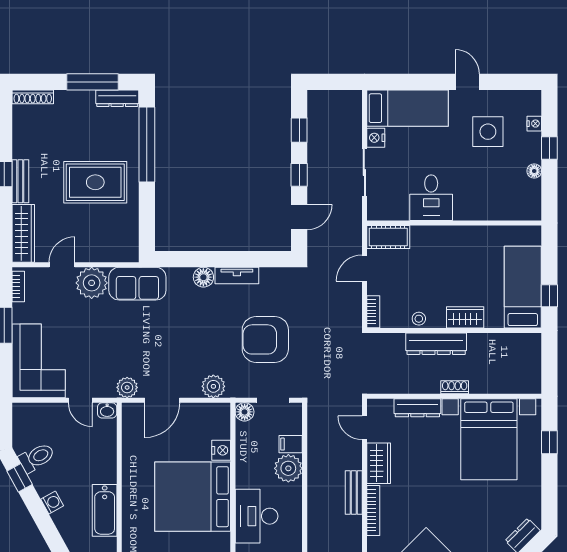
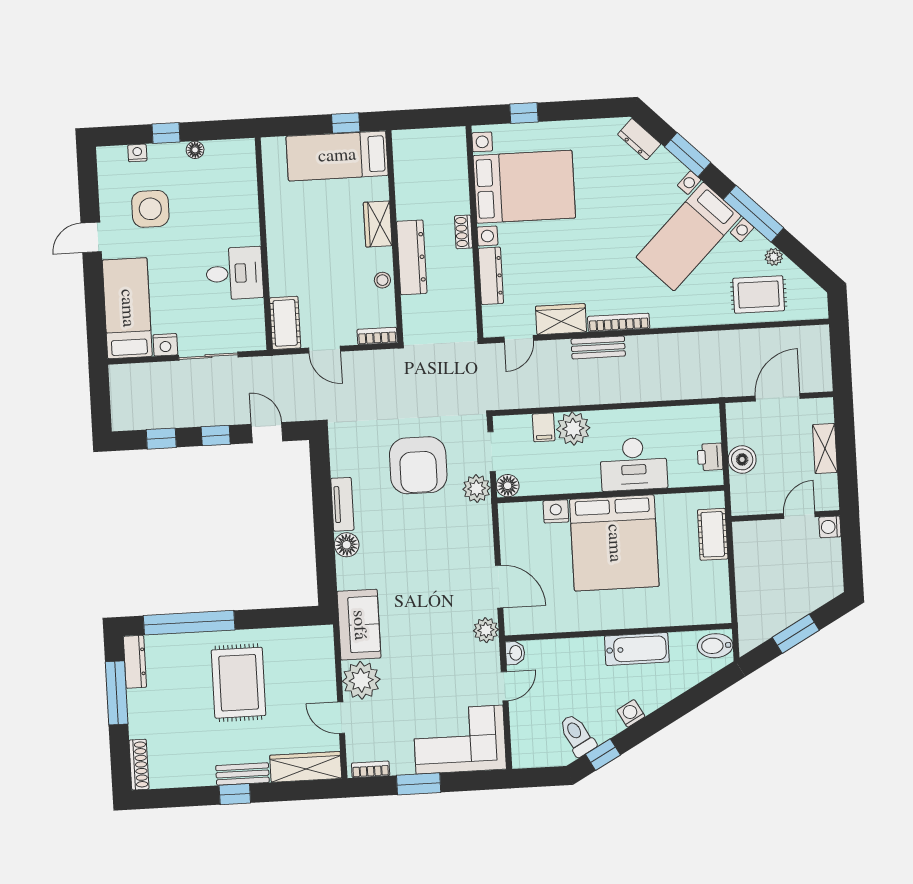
plant: (213, 386) -> (477, 489), moved

